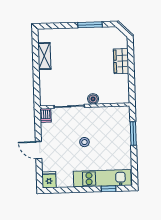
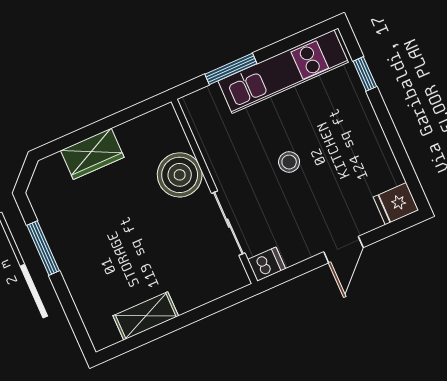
boiler: (93, 99) -> (180, 175), width x1.86, depth x1.86
kitchen unit: (102, 178) -> (283, 72), moved, turned -90

